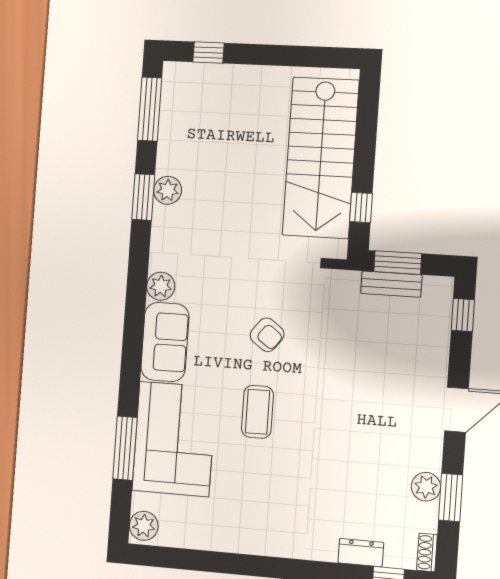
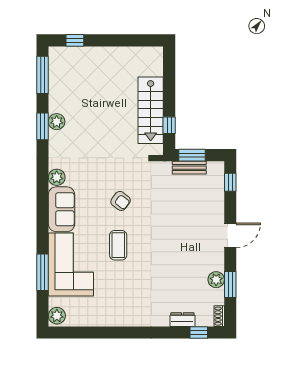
stairs: (321, 158) -> (151, 110), width x0.73, depth x0.66

